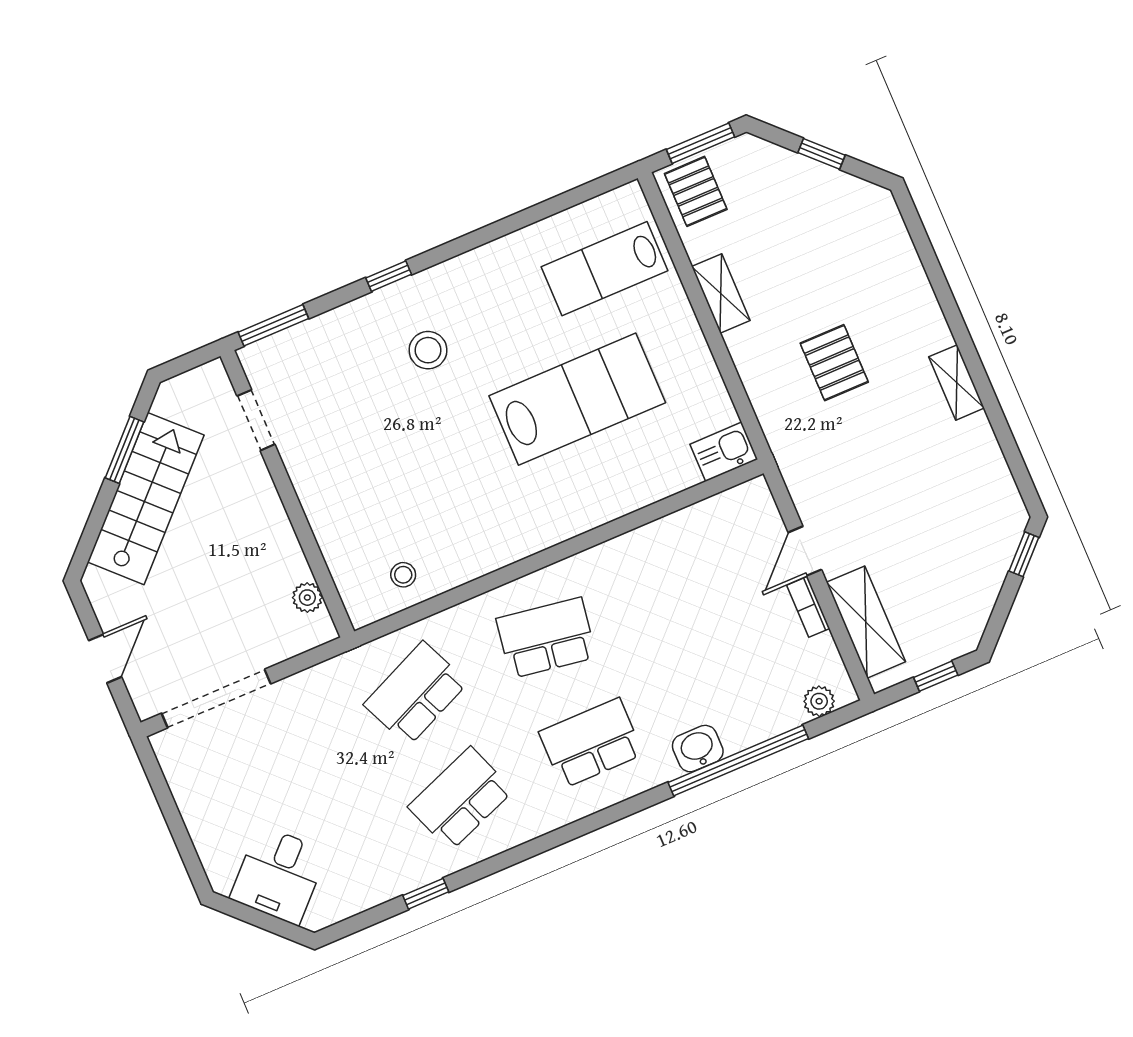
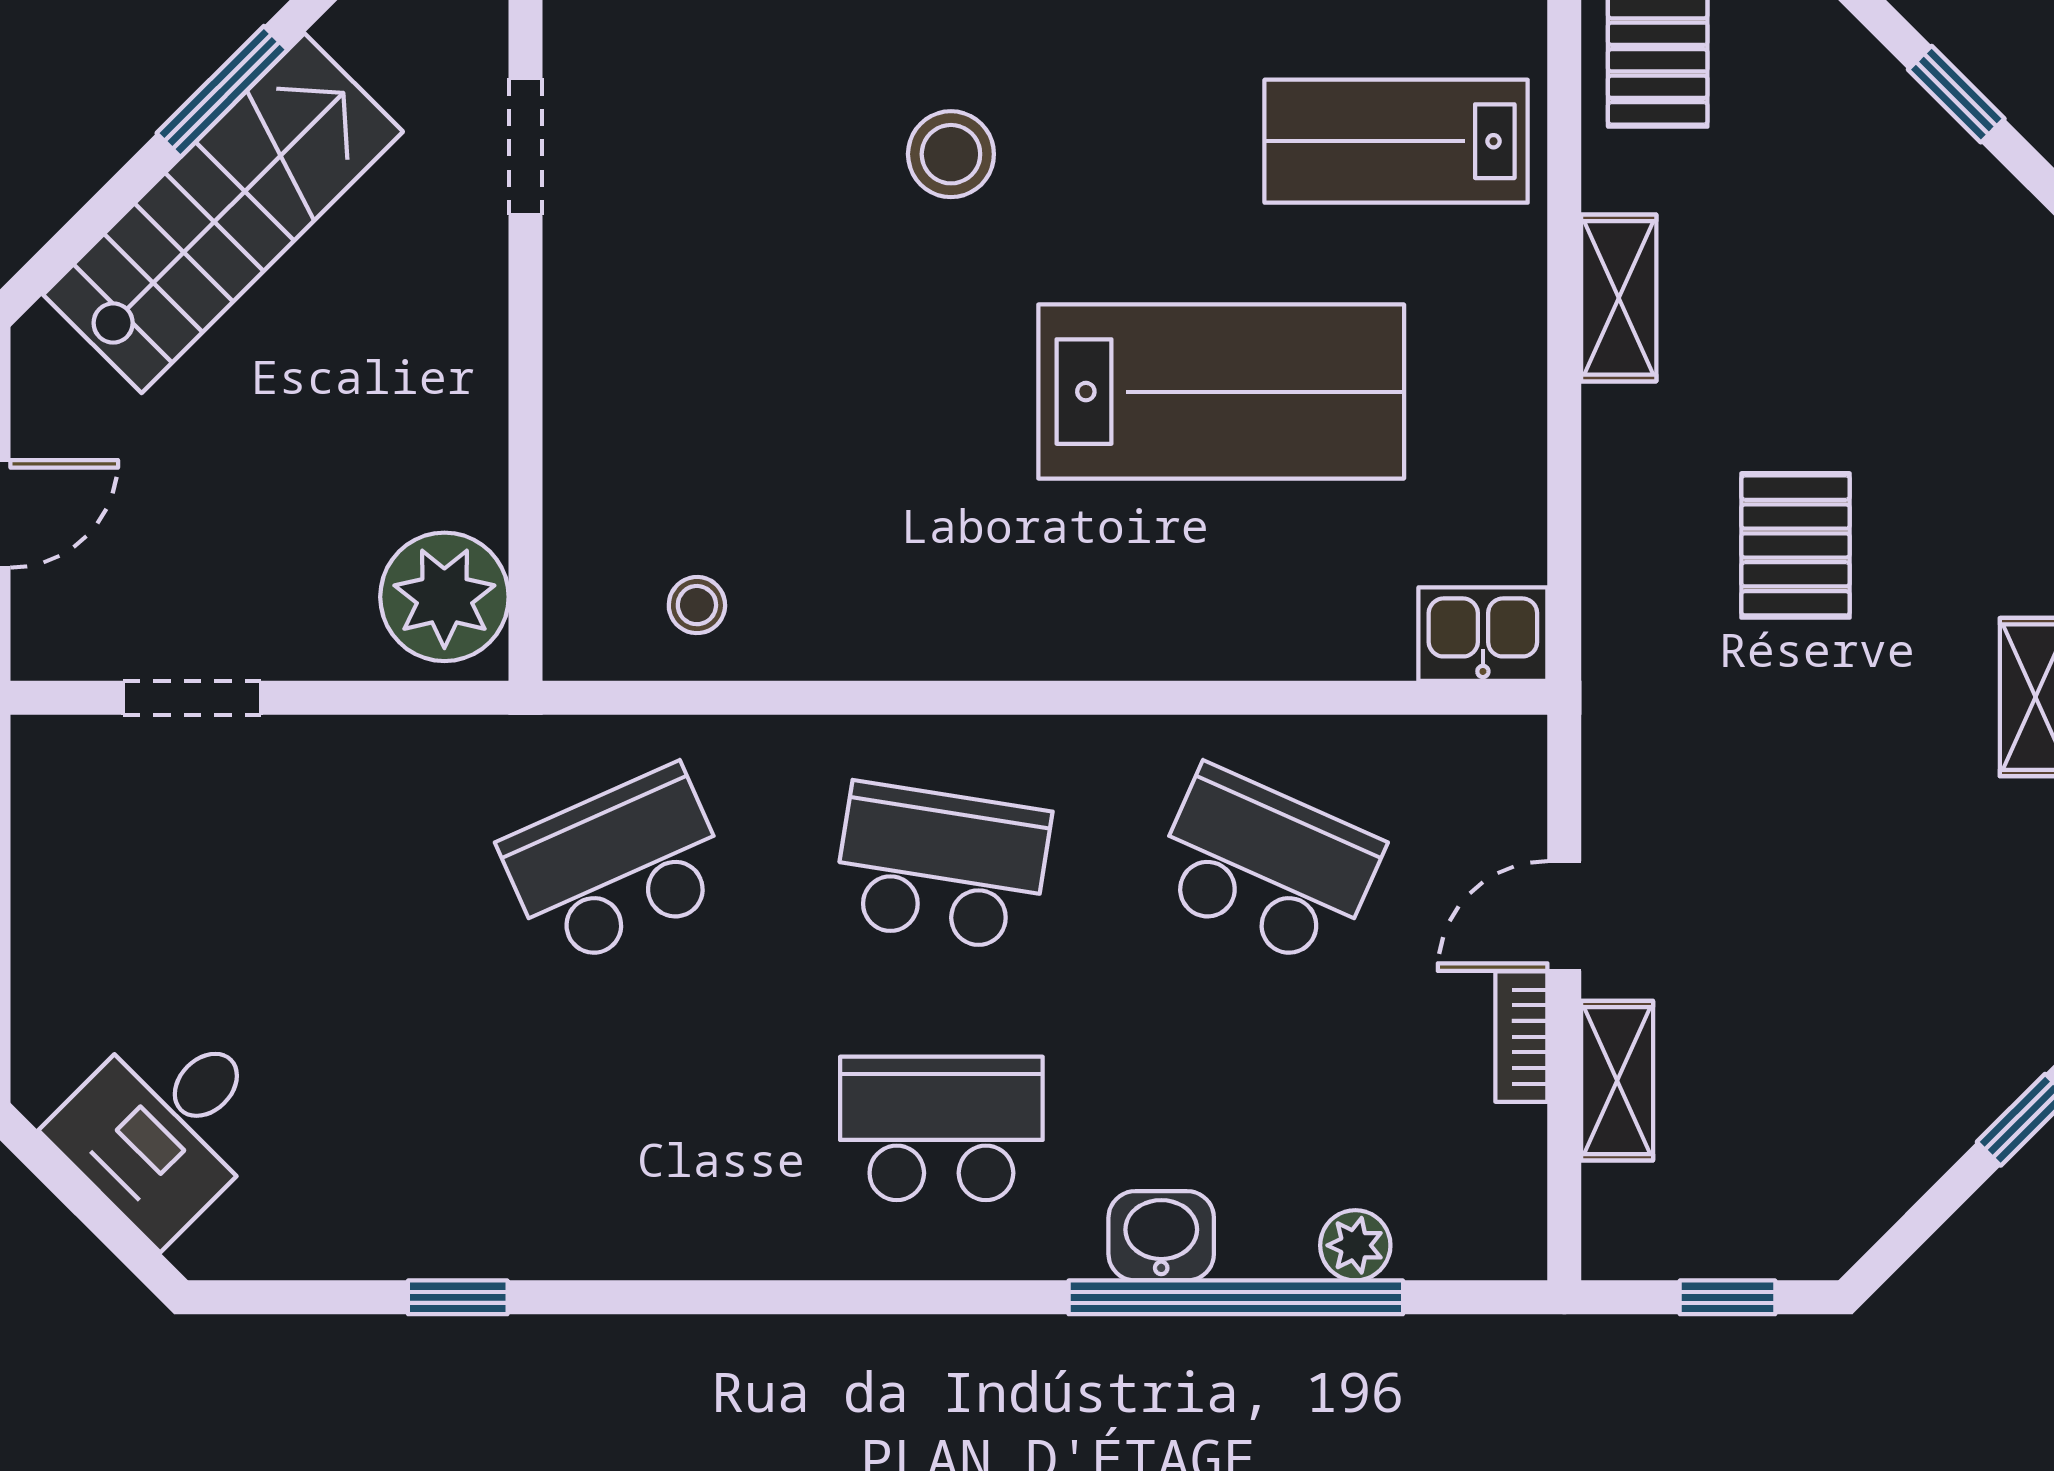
plant: (307, 598) -> (444, 597), width x1.88, depth x1.88
shelving: (866, 622) -> (1617, 1081), width x0.67, depth x0.75
doorway: (216, 698) -> (192, 698), width x0.53
plant: (819, 701) -> (1355, 1245), moved
school desk: (461, 799) -> (1266, 867), moved, turned 45

